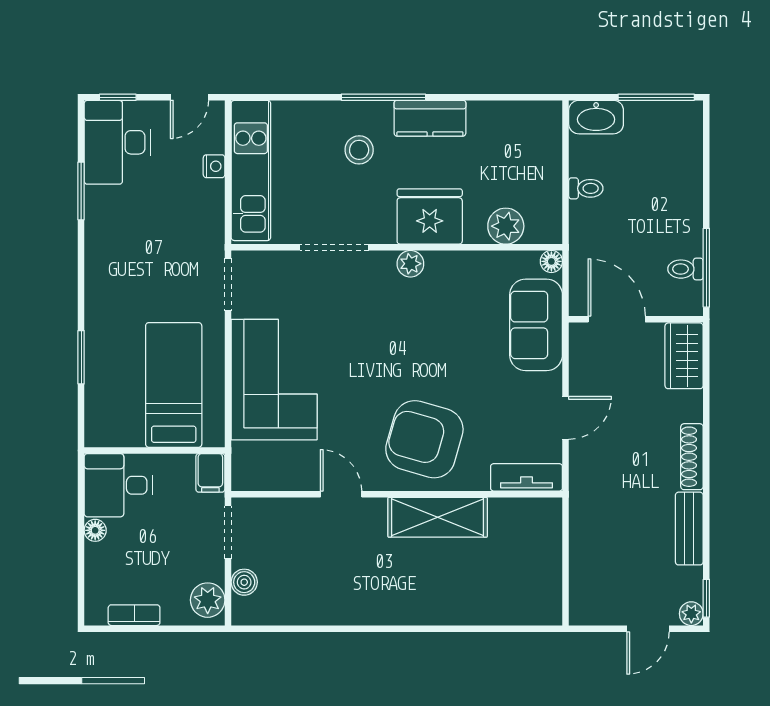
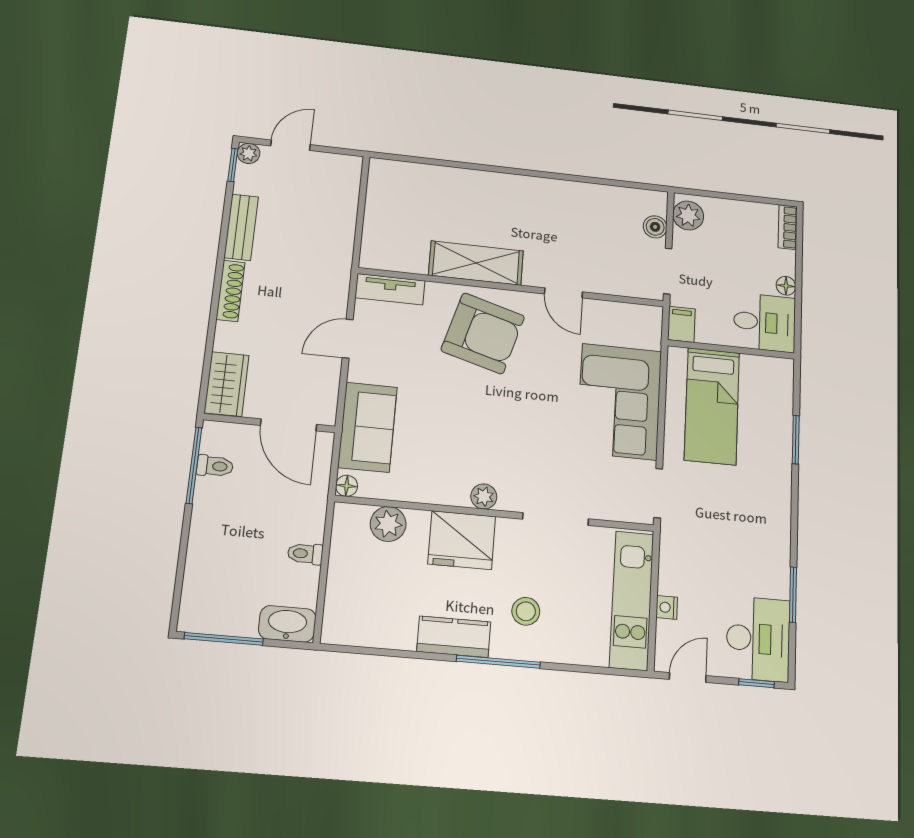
bookcase: (134, 615) -> (788, 227), moved, turned 90

